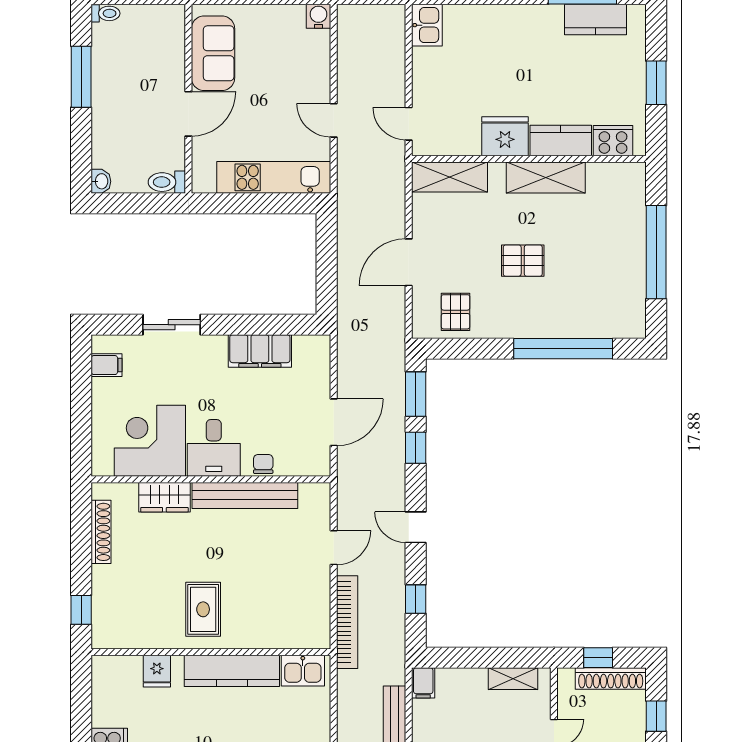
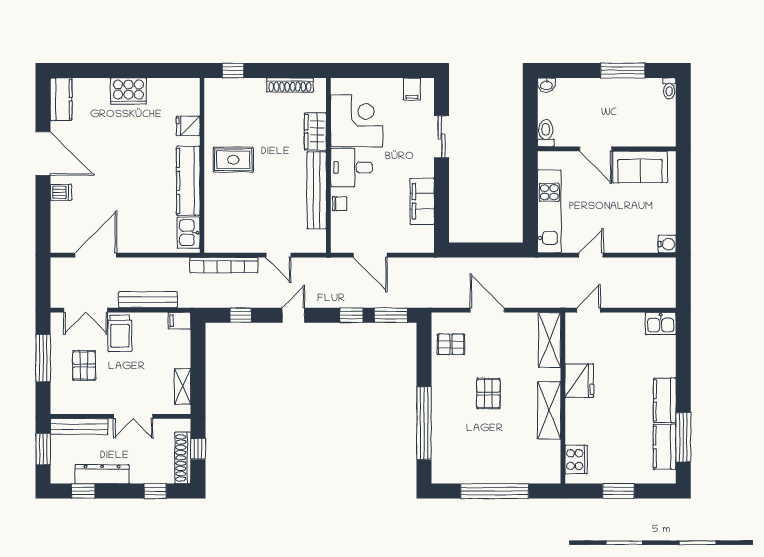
kitchen counter: (561, 140) -> (665, 400), moved, turned 180

